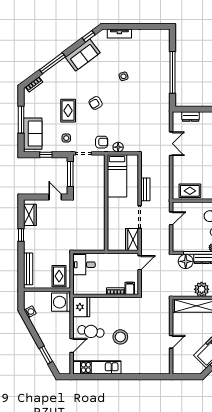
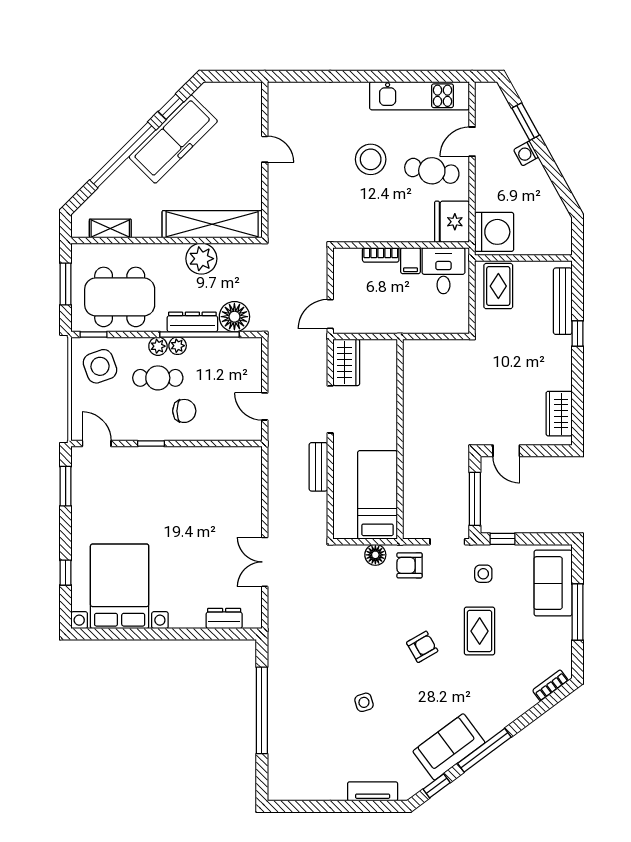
window: (52, 63) -> (484, 750), moved
window: (46, 155) -> (502, 539), moved
rug: (190, 191) -> (226, 464), removed
door: (171, 218) -> (265, 406), hinge flipped
window: (21, 235) -> (577, 333), moved
desk: (84, 265) -> (443, 271), moved, turned -90
filing cabinet: (130, 288) -> (411, 261), moved
washing machine: (30, 312) -> (526, 153), moved
door: (171, 342) -> (265, 149), swing flipped

